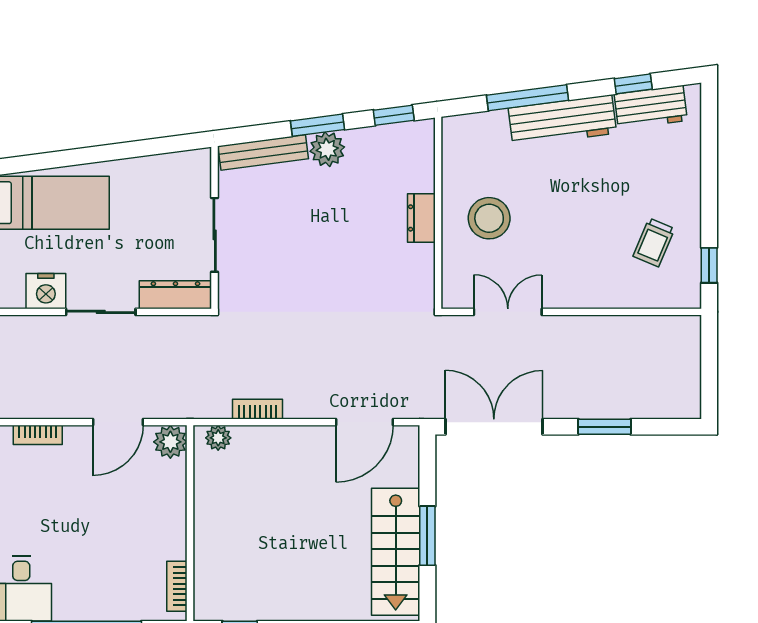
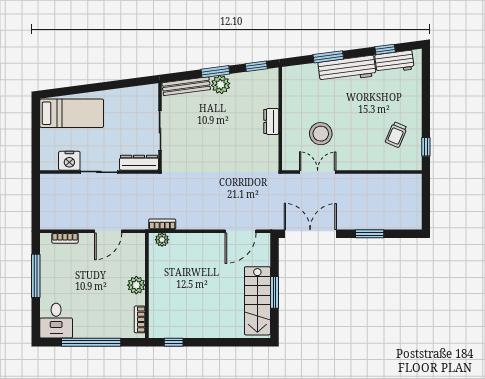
window: (528, 98) -> (328, 57), width x0.69
stool: (489, 218) -> (321, 134), moved
bookcase: (258, 409) -> (162, 224), moved
plant: (170, 442) -> (136, 285), moved

